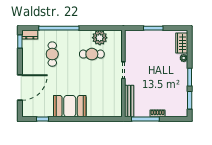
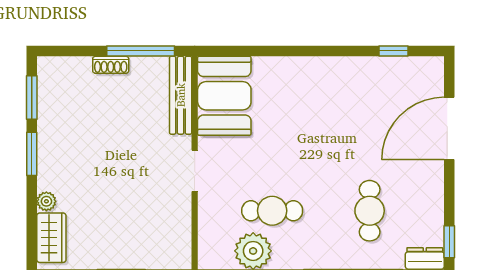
booth: (70, 106) -> (224, 96), moved, turned 90

